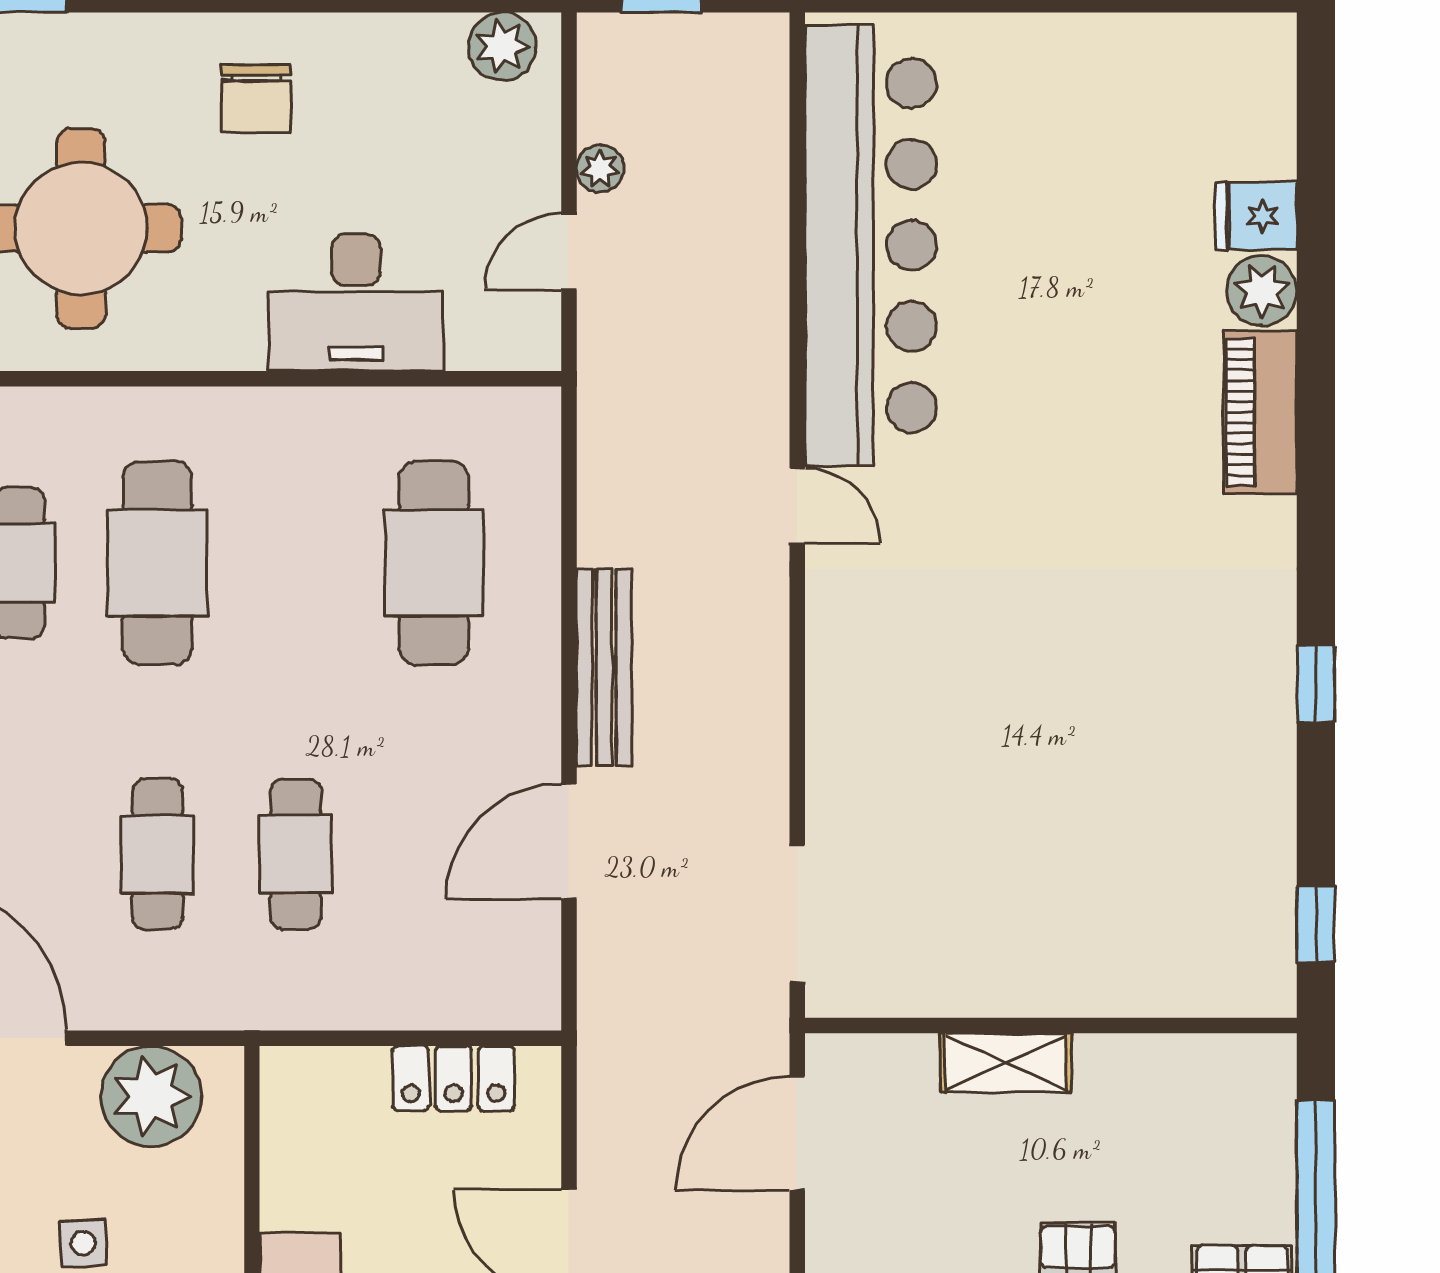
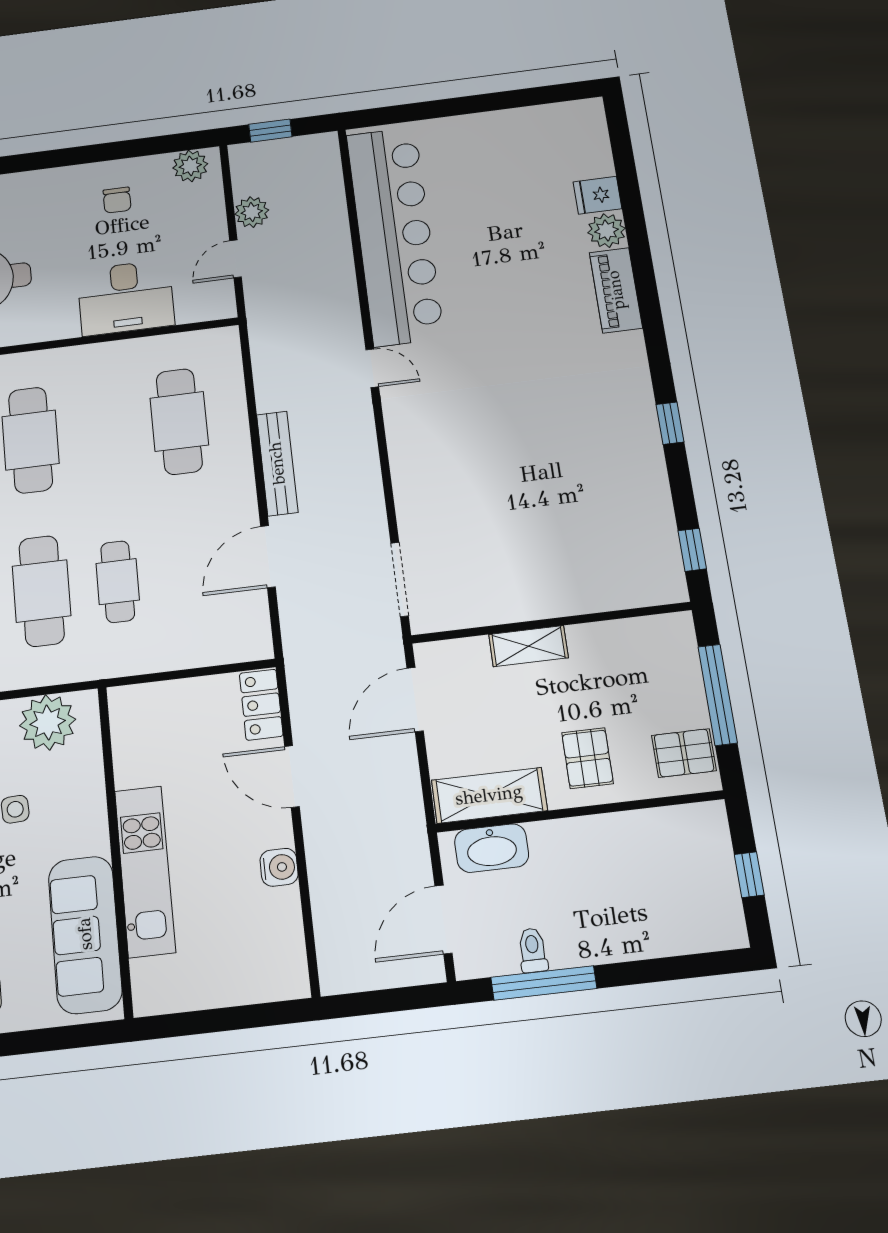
chair: (256, 99) -> (117, 200), moved, width x0.73, depth x0.73
plant: (600, 169) -> (252, 212), width x1.38, depth x1.38
cafe table: (157, 854) -> (42, 591), width x1.37, depth x1.35
locker: (454, 1078) -> (261, 705), moved, turned 90

